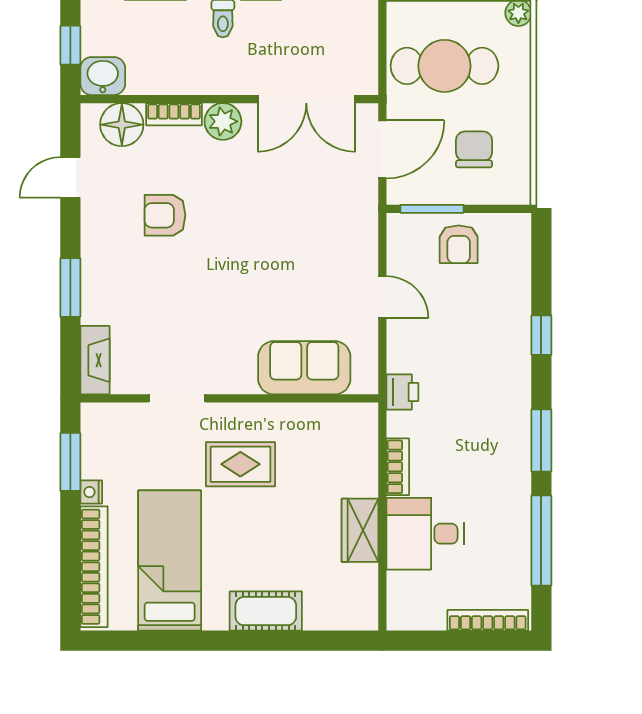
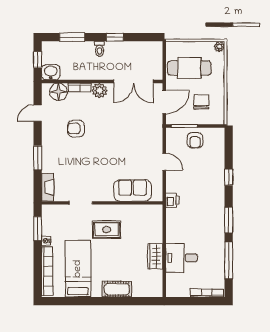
bookcase: (398, 467) -> (170, 231), removed

